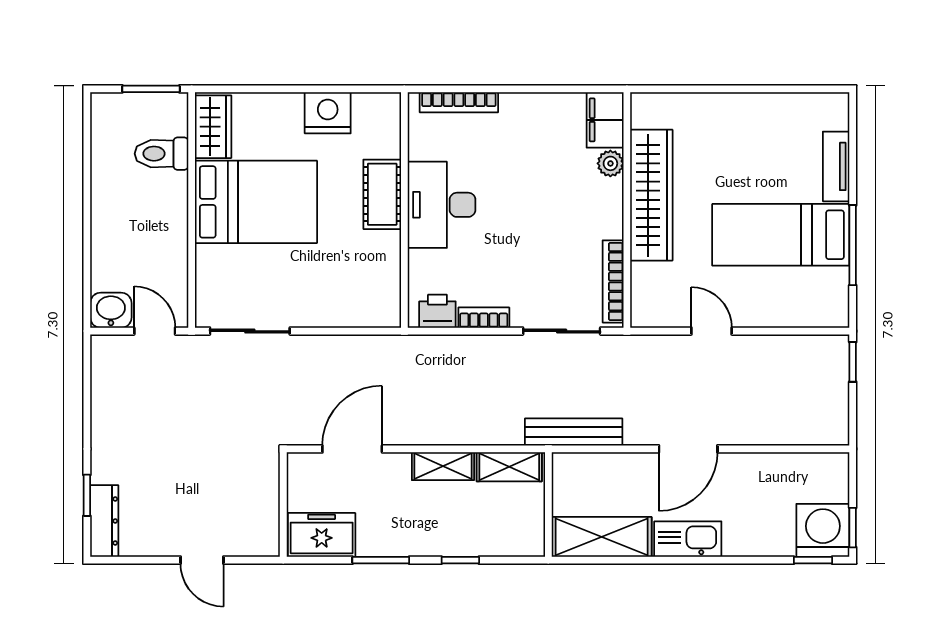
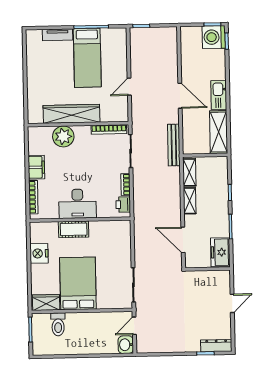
filing cabinet: (605, 120) -> (36, 167), moved, turned -90
plant: (610, 163) -> (63, 136), width x1.88, depth x1.88

